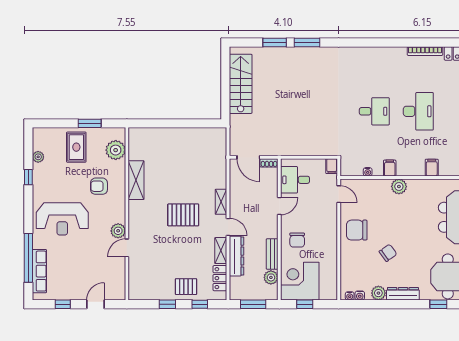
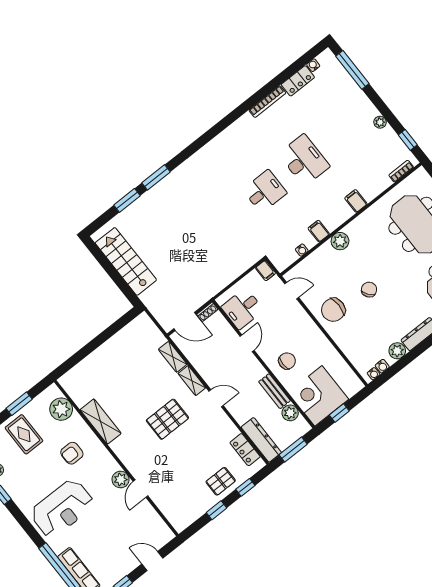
chair: (297, 240) -> (287, 361), turned -90
shelving: (221, 251) -> (173, 357), moved
chair: (388, 253) -> (369, 290), moved
dresser: (237, 256) -> (261, 440), moved
door: (96, 304) -> (152, 561), hinge flipped

